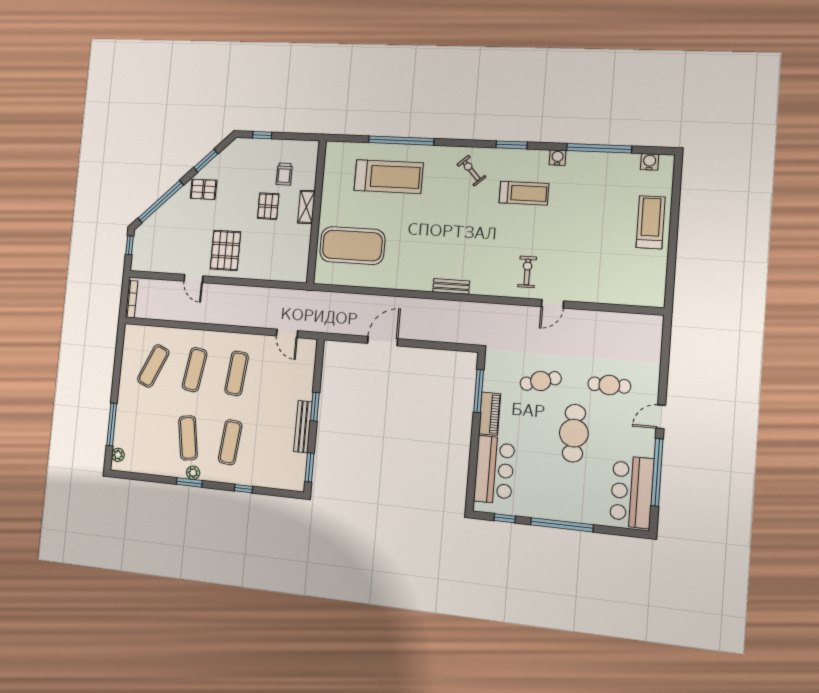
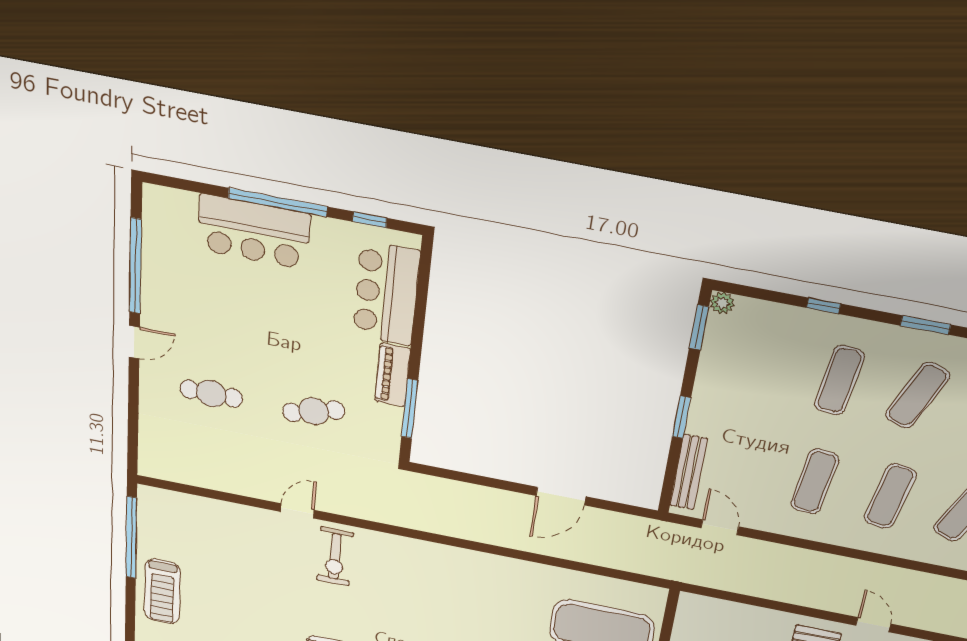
window: (671, 263) -> (131, 538), added
exercise bike: (527, 272) -> (335, 557), width x1.38, depth x1.39
bench: (451, 286) -> (449, 554), removed
bench: (303, 427) -> (689, 472), moved
cafe table: (574, 433) -> (262, 333), removed
exercise mat: (188, 438) -> (917, 395), turned 30
plant: (193, 473) -> (722, 303), moved
bar counter: (632, 492) -> (254, 232), moved, turned 90

